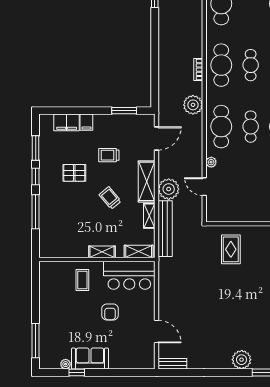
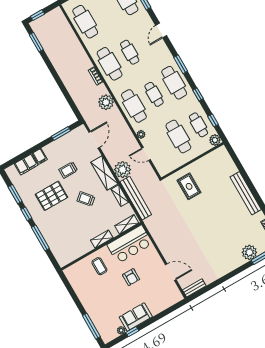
pallet: (74, 173) -> (51, 196), width x1.50, depth x1.42
cafe table: (251, 188) -> (178, 136), added
plant: (242, 360) -> (249, 252), moved

